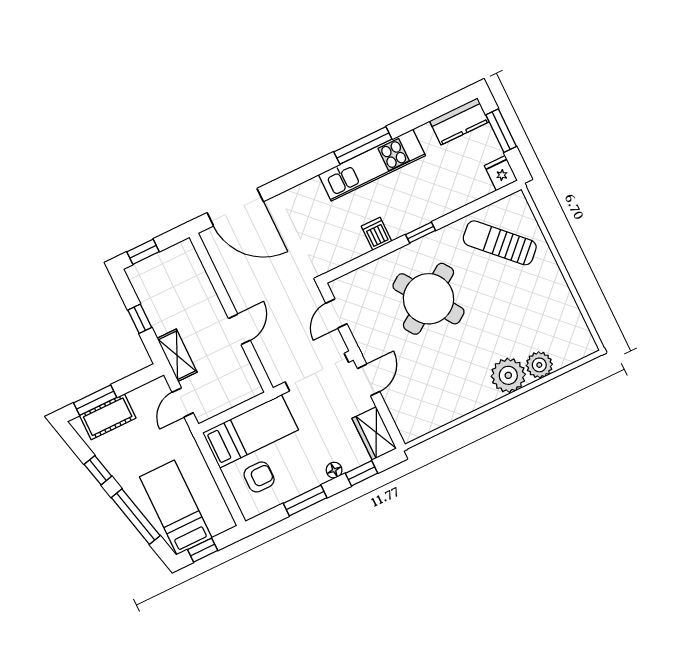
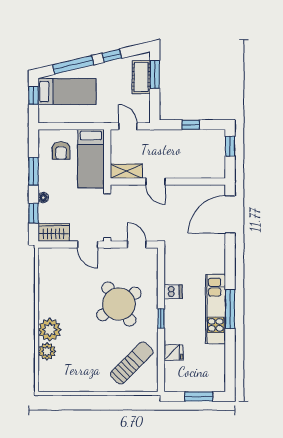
kitchen counter: (459, 121) -> (216, 374), removed
fridge: (501, 173) -> (173, 352), moved
shelving: (177, 355) -> (126, 171), moved

